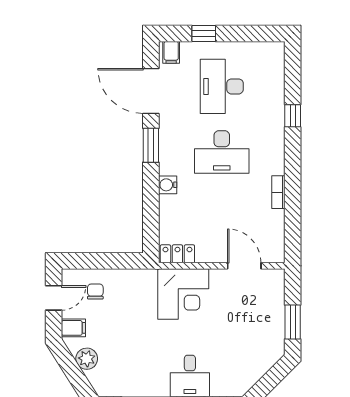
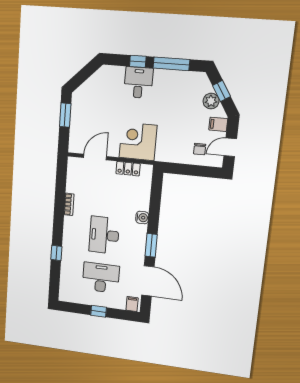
window: (204, 33) -> (98, 311), moved
desk: (222, 86) -> (101, 278), turned -90
desk: (222, 152) -> (104, 235), turned -90
locker: (177, 254) -> (128, 169), moved
door: (244, 266) -> (95, 157), swing flipped
window: (74, 373) -> (221, 91), added

